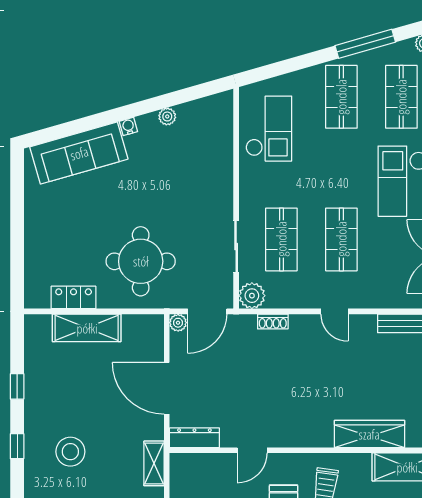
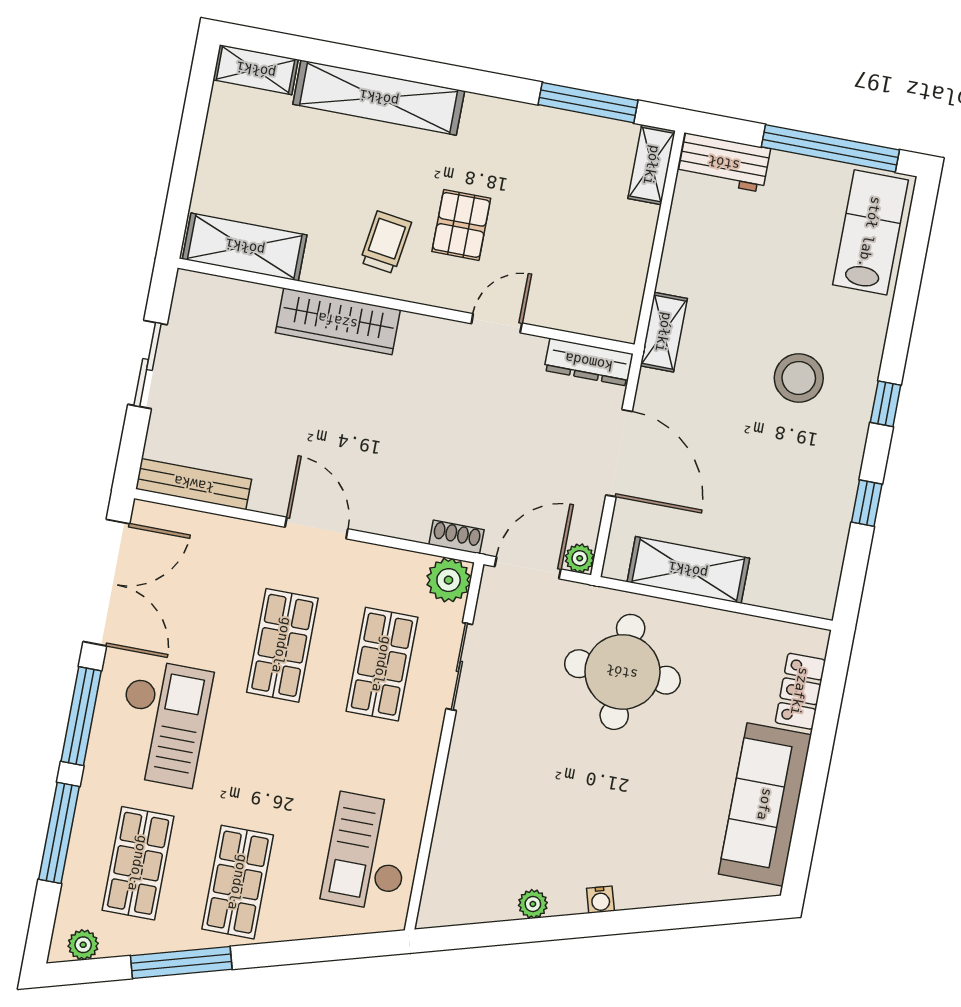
sofa: (79, 153) -> (765, 804), moved, turned -74
locker: (74, 297) -> (800, 691), moved, turned 90
door: (334, 311) -> (316, 528), width x1.38
shoe rack: (273, 322) -> (456, 537), moved
shelving: (87, 328) -> (688, 570), moved
wardrobe: (369, 434) -> (338, 321), moved

